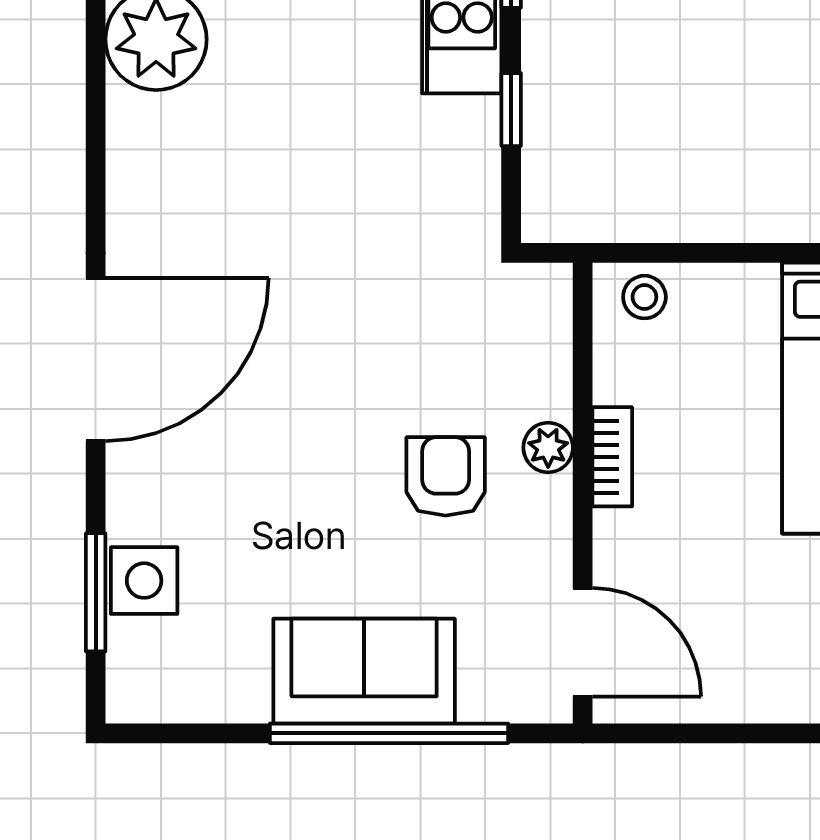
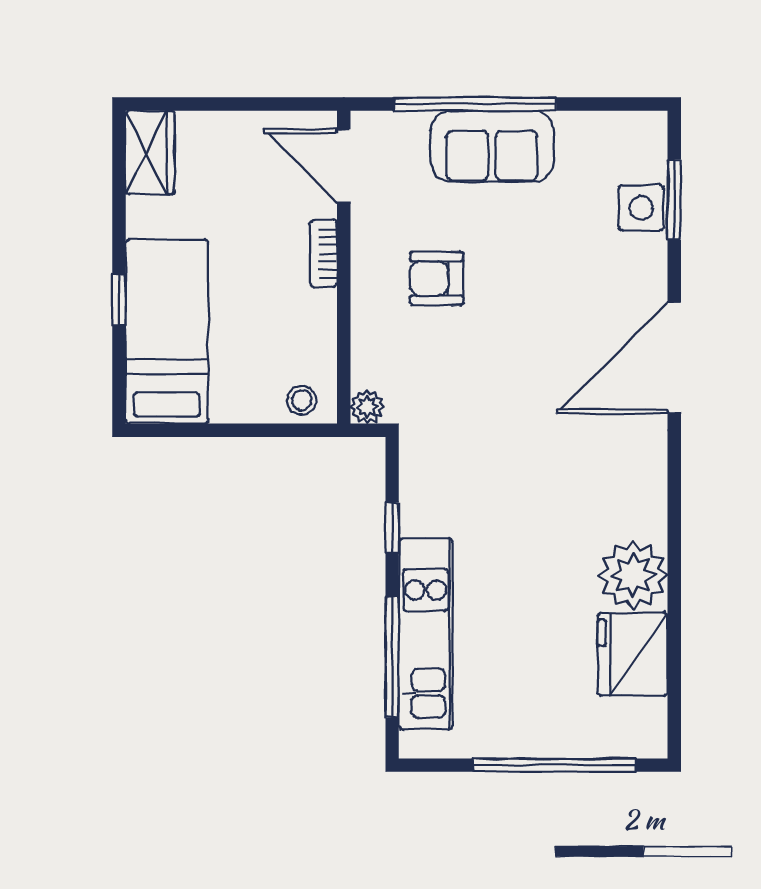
plant: (548, 448) -> (367, 407), moved
bookcase: (612, 457) -> (324, 254), moved
armchair: (446, 476) -> (437, 278), turned 90

